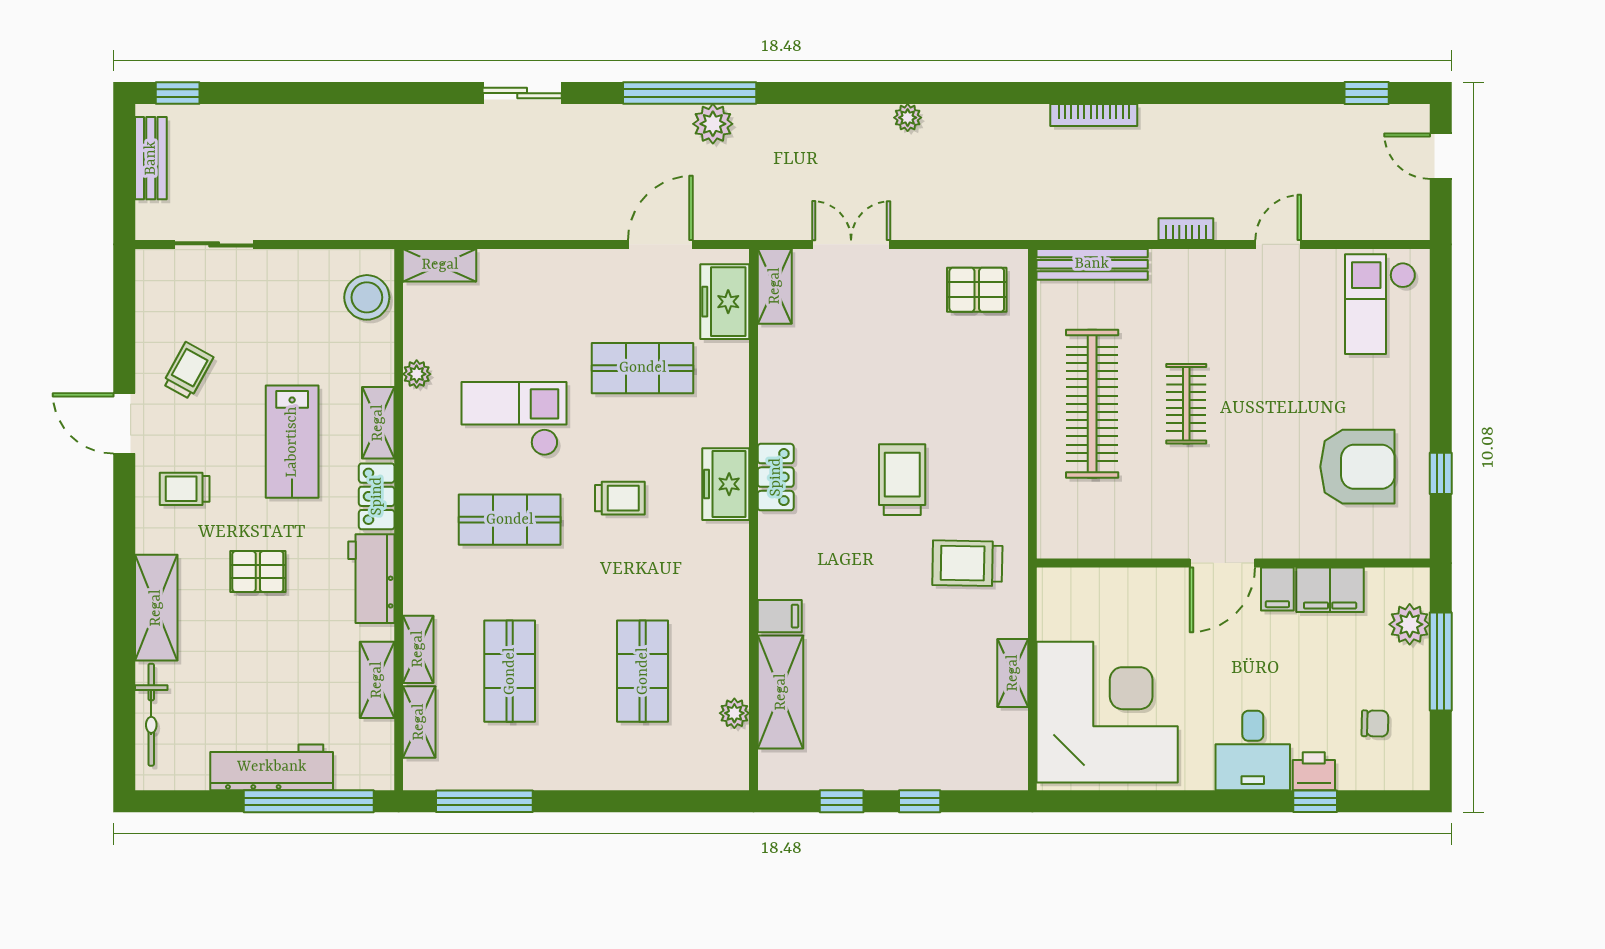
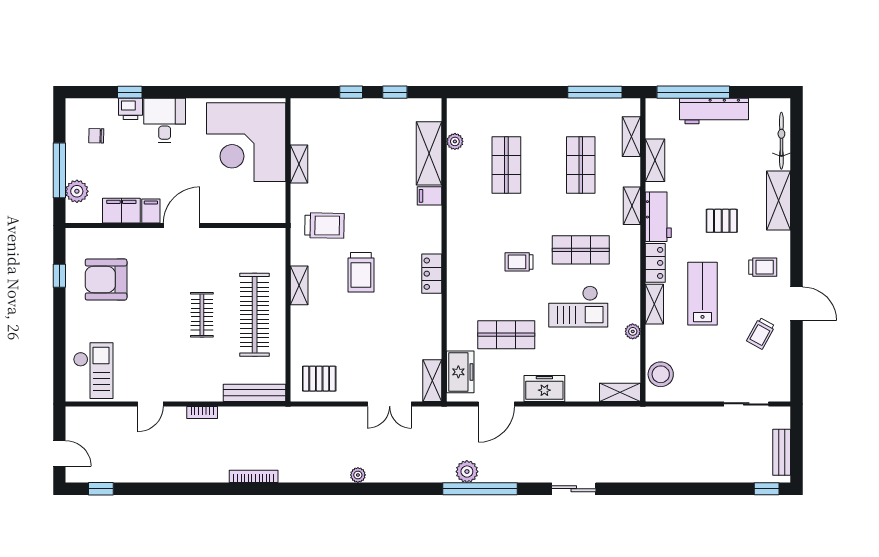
shelving: (1012, 456) -> (299, 285), added
freezer: (726, 484) -> (544, 388), moved, turned -90
shelving: (418, 649) -> (632, 206), moved

